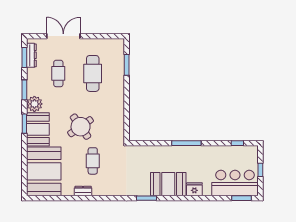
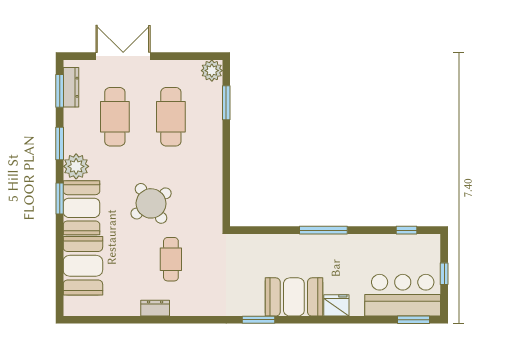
plant: (118, 45) -> (212, 71), added
cafe table: (58, 73) -> (115, 117), width x1.37, depth x1.35
booth: (44, 171) -> (83, 266), width x0.73, depth x0.70

